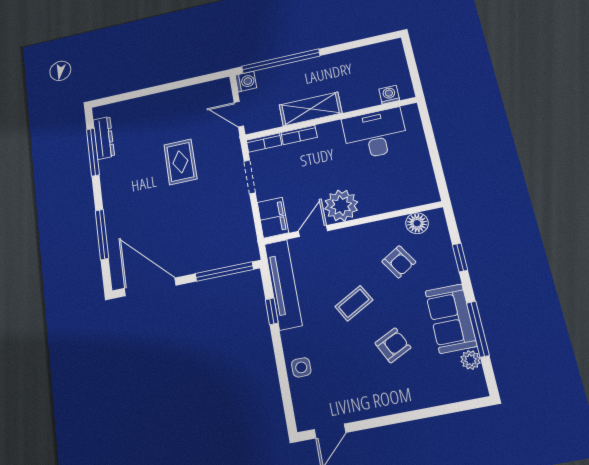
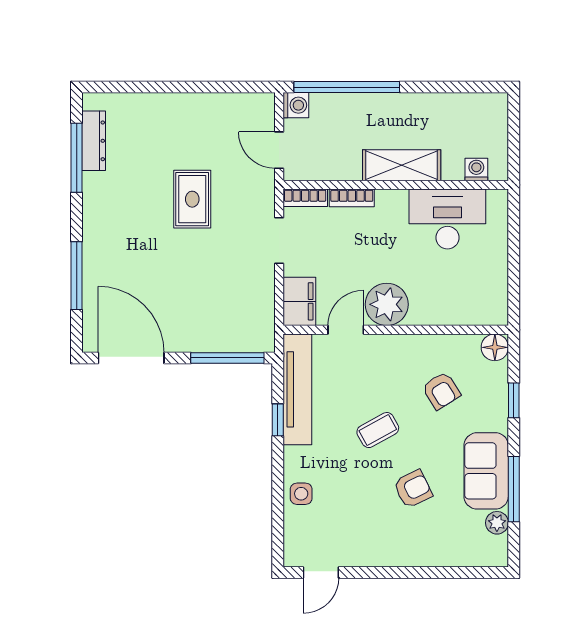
shelving: (311, 109) -> (402, 165), moved
floor lamp: (417, 223) -> (495, 347), moved

